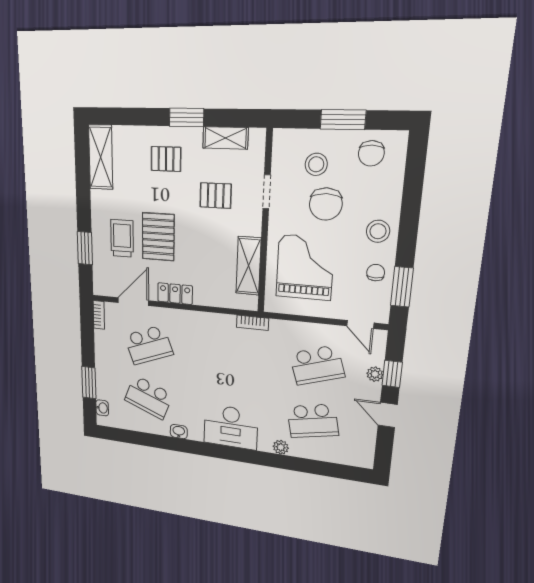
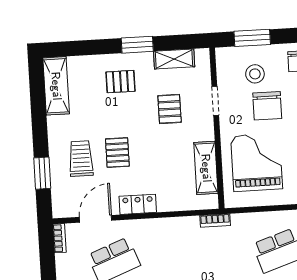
window: (343, 120) -> (252, 38), moved
pallet: (216, 196) -> (170, 109), turned 90
pallet: (158, 237) -> (117, 153), width x0.67, depth x0.71

